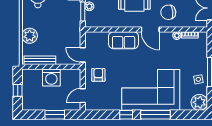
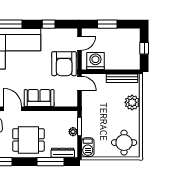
armchair: (98, 75) -> (64, 64), width x1.88, depth x1.88
washing machine: (51, 78) -> (95, 61), moved
window: (126, 115) -> (49, 24), moved

